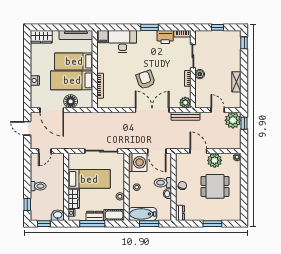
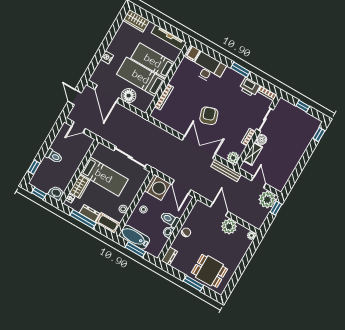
shelving: (236, 82) -> (253, 154), moved
dining table: (215, 186) -> (209, 271), moved

